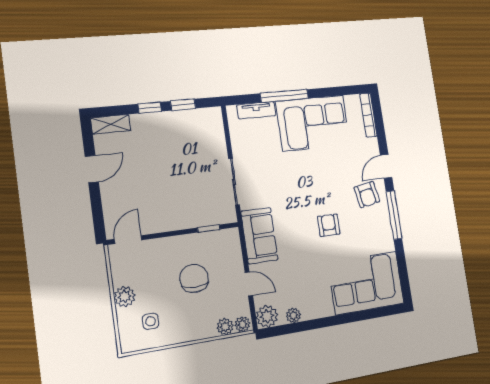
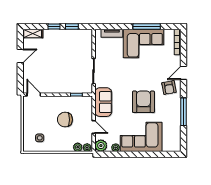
window: (284, 96) -> (147, 26), moved
window: (394, 215) -> (184, 112), moved
armchair: (329, 225) -> (143, 102), width x1.88, depth x1.88
door: (128, 240) -> (34, 95), hinge flipped
chair: (194, 278) -> (65, 120), turned -90
corner sofa: (366, 283) -> (141, 137), moved
plant: (125, 297) -> (28, 123), removed

